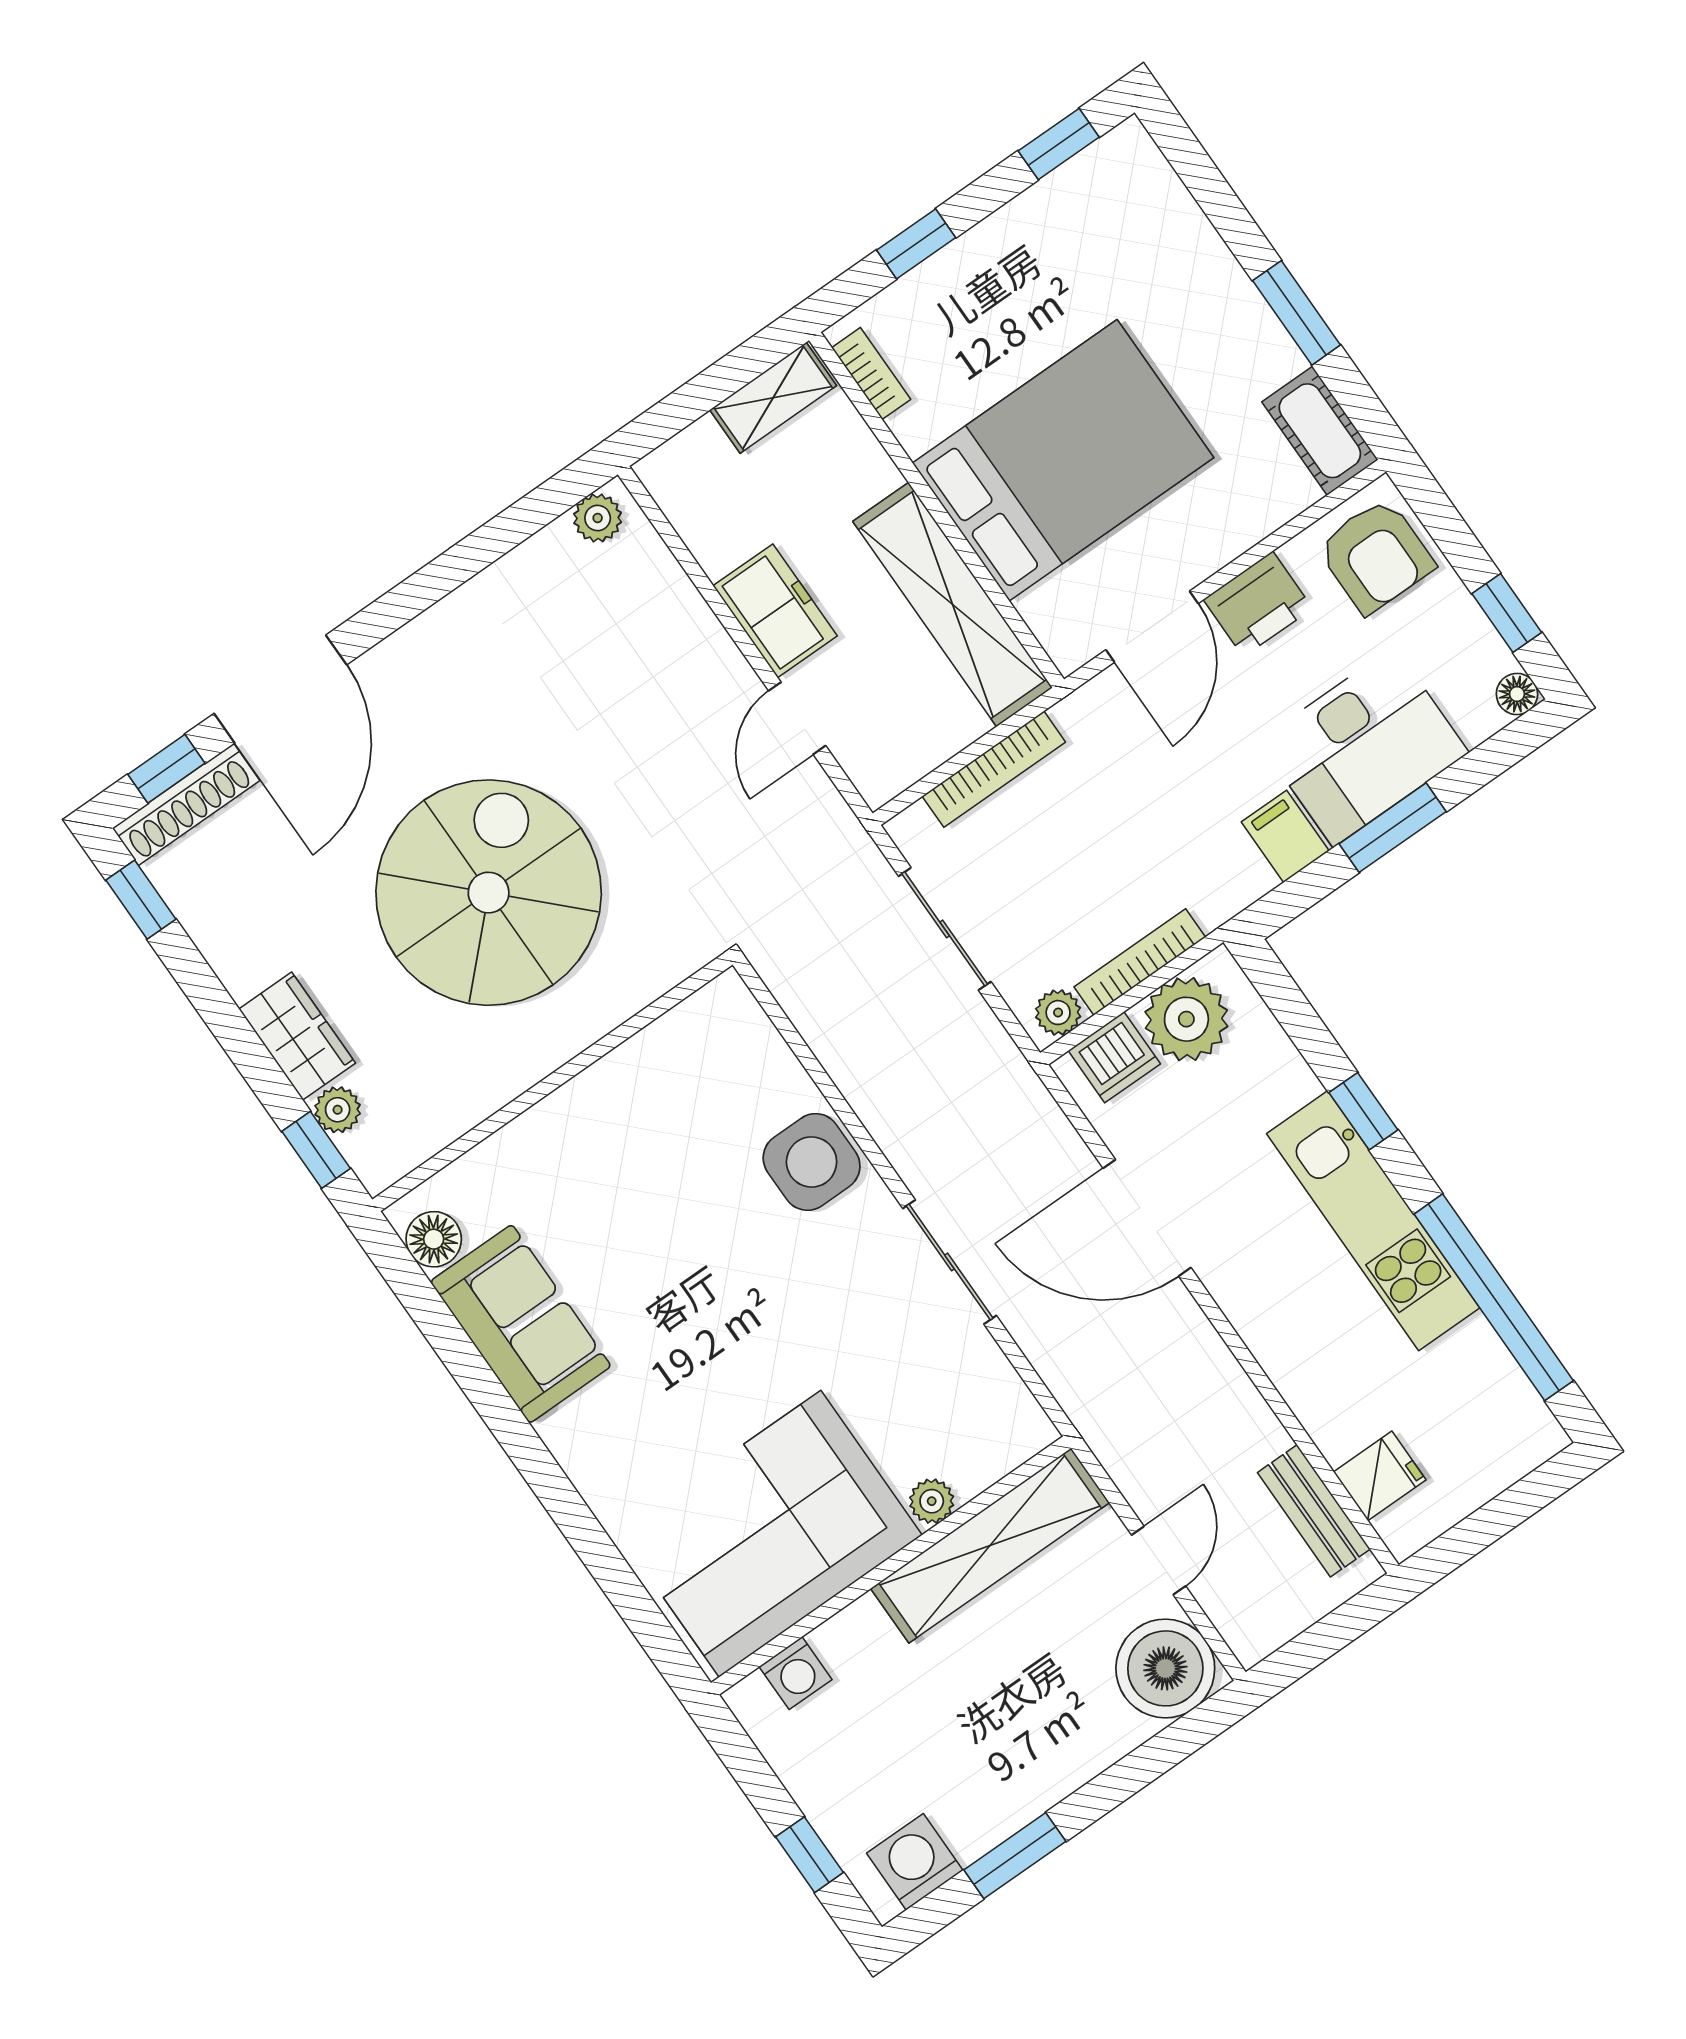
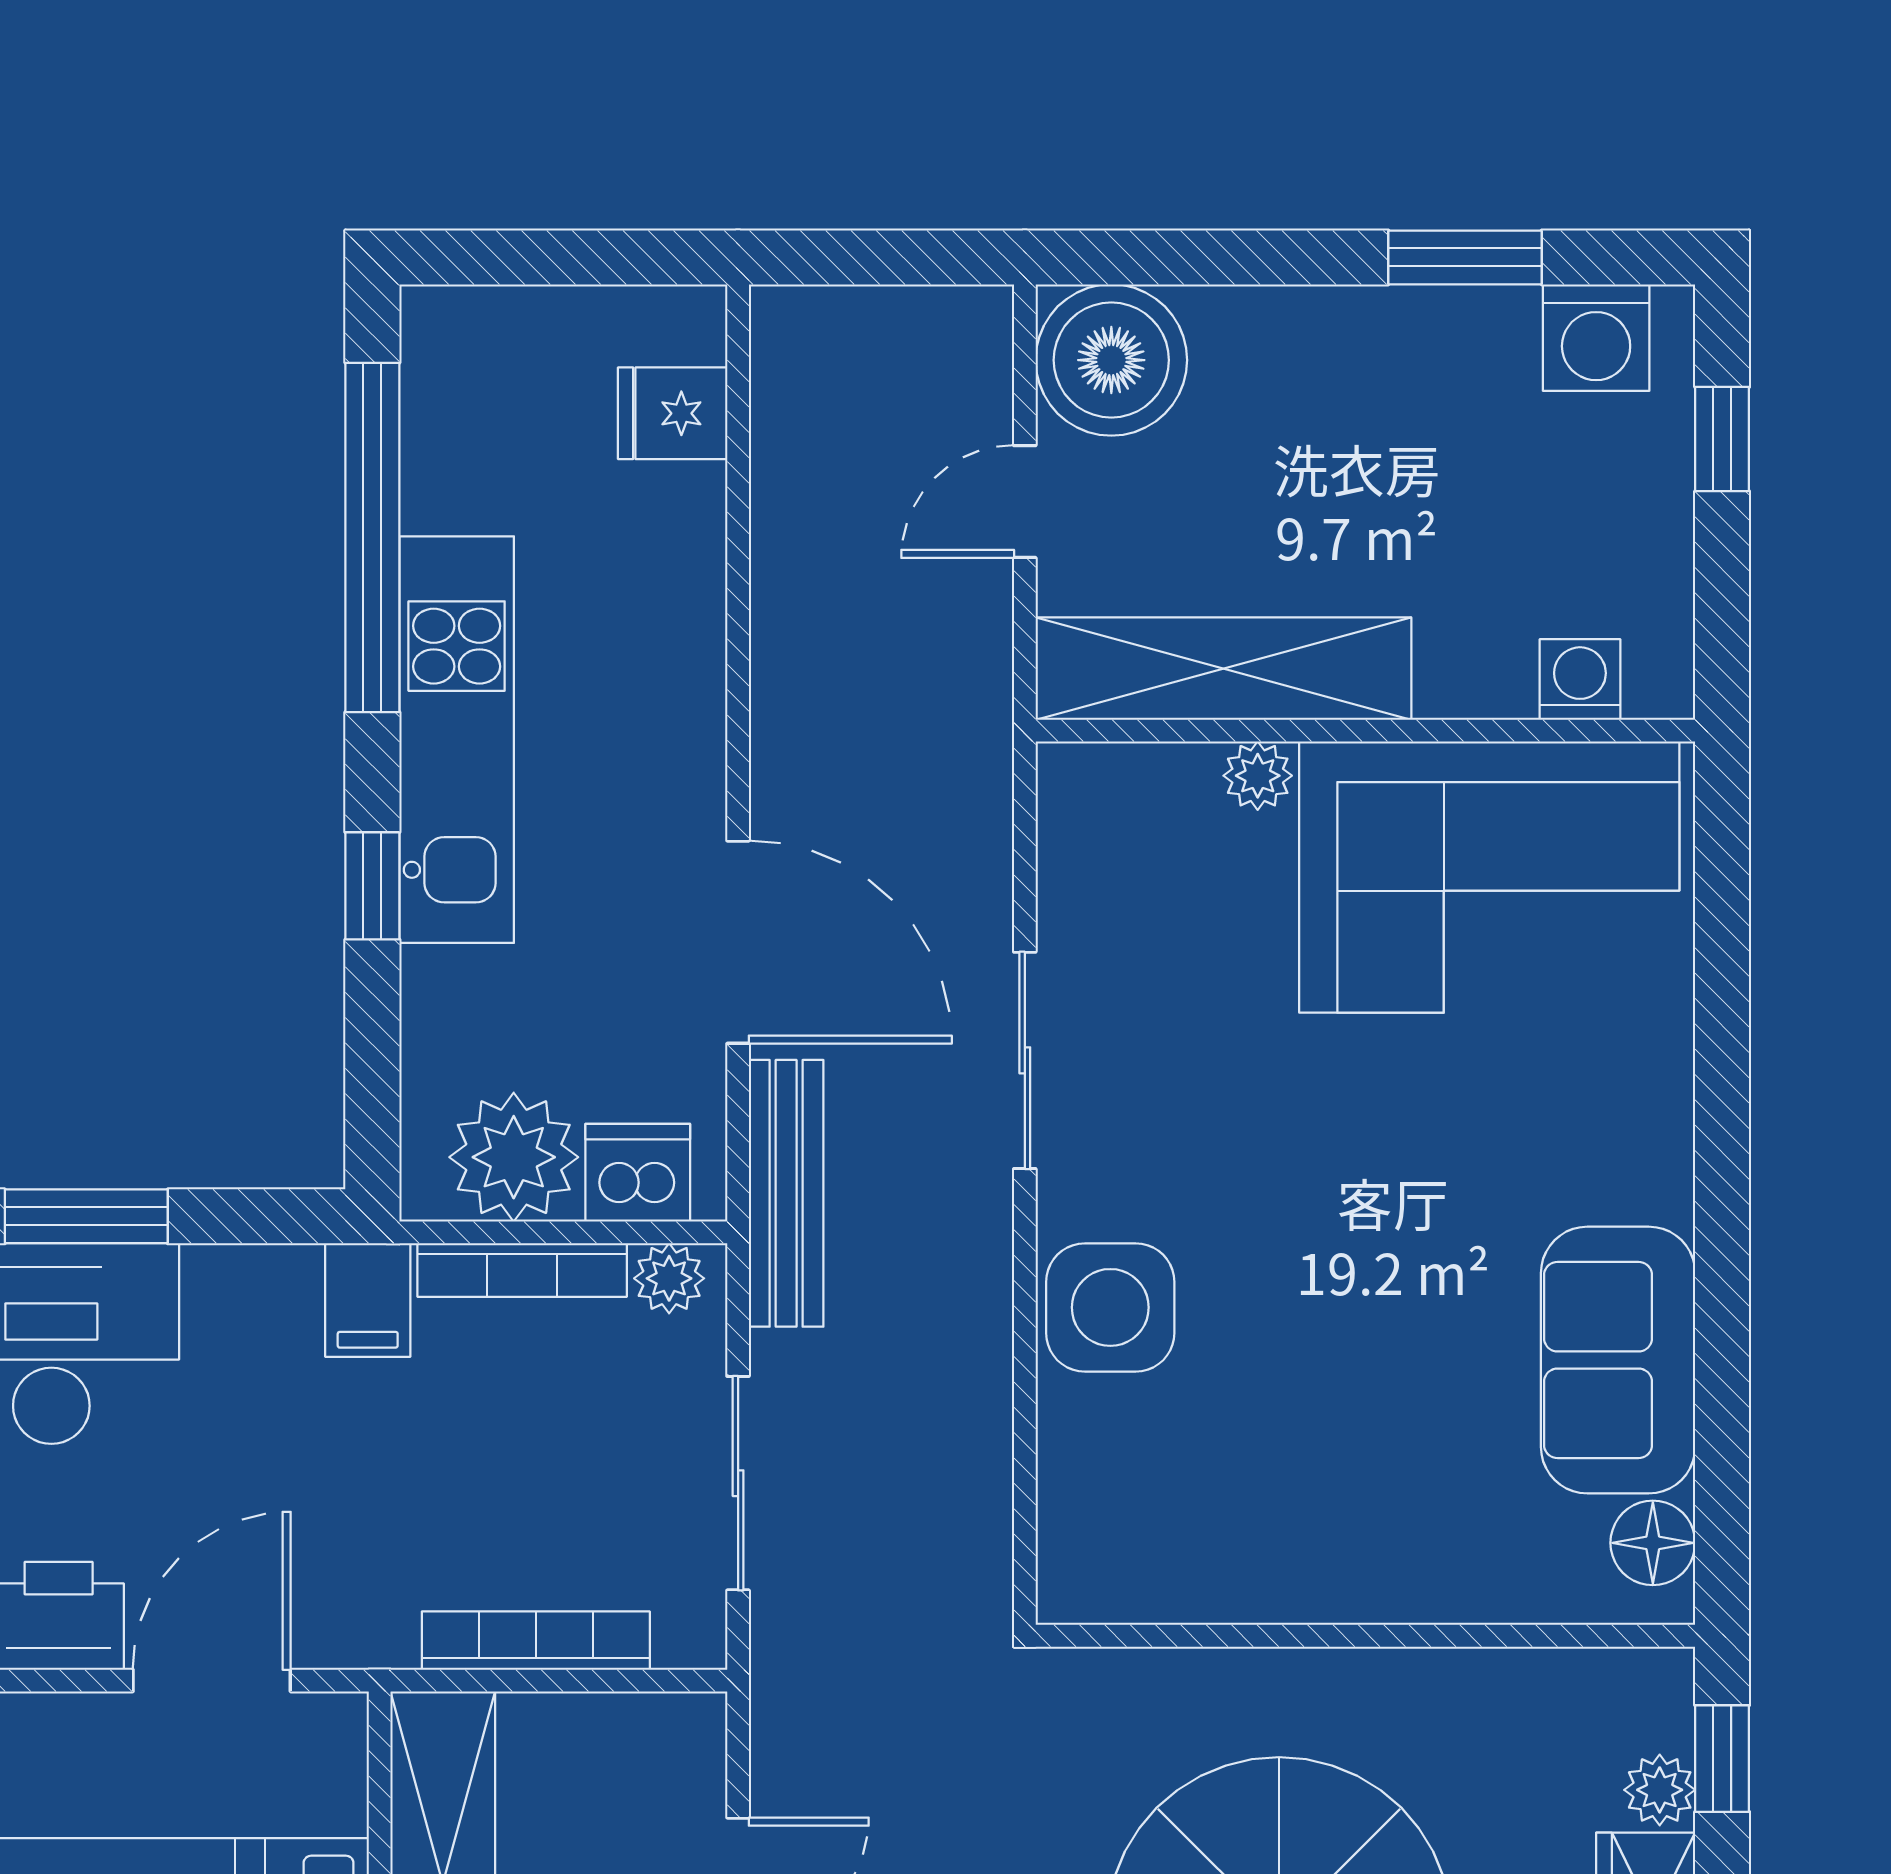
filing cabinet: (1285, 836) -> (368, 1300), moved
bench: (1314, 1511) -> (786, 1193), moved, width x1.36

